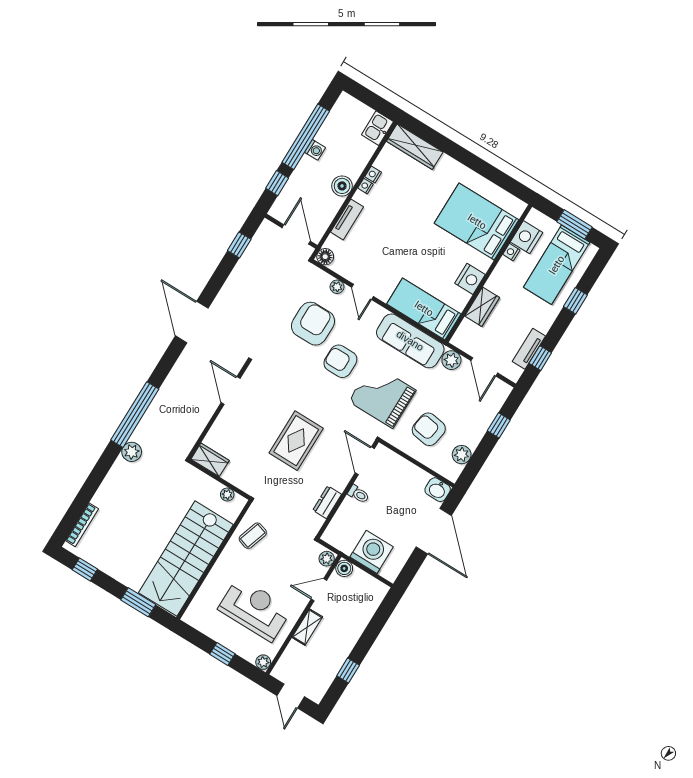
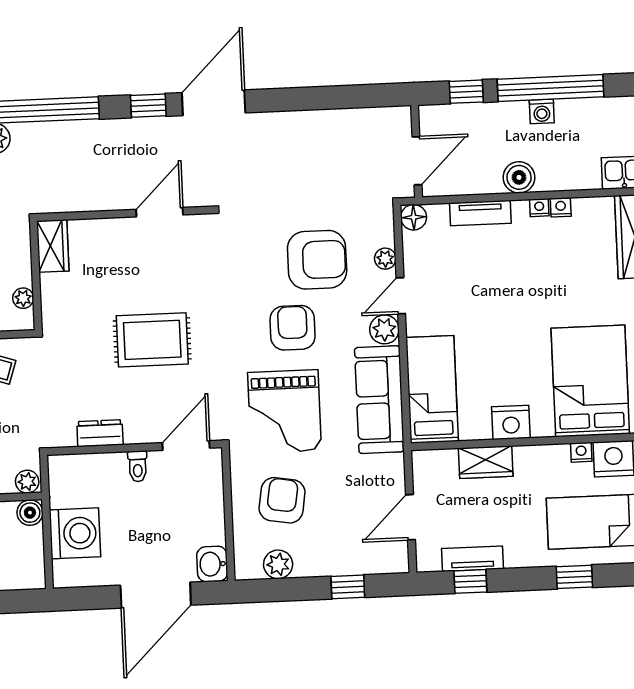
window: (239, 245) -> (148, 106), moved
plant: (451, 360) -> (384, 329), moved
grand piano: (382, 396) -> (285, 411), turned 180

